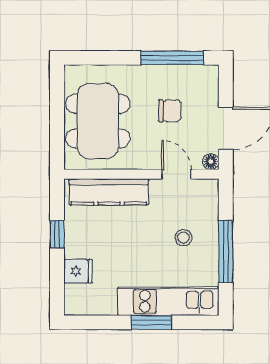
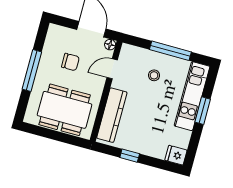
window: (172, 58) -> (32, 71), moved
chair: (170, 111) -> (70, 62), turned 90
fridge: (78, 271) -> (176, 155), moved, turned -90

